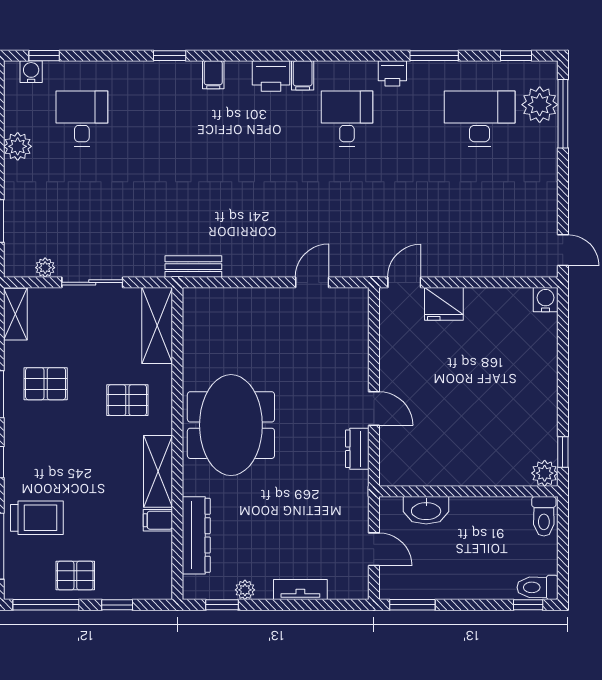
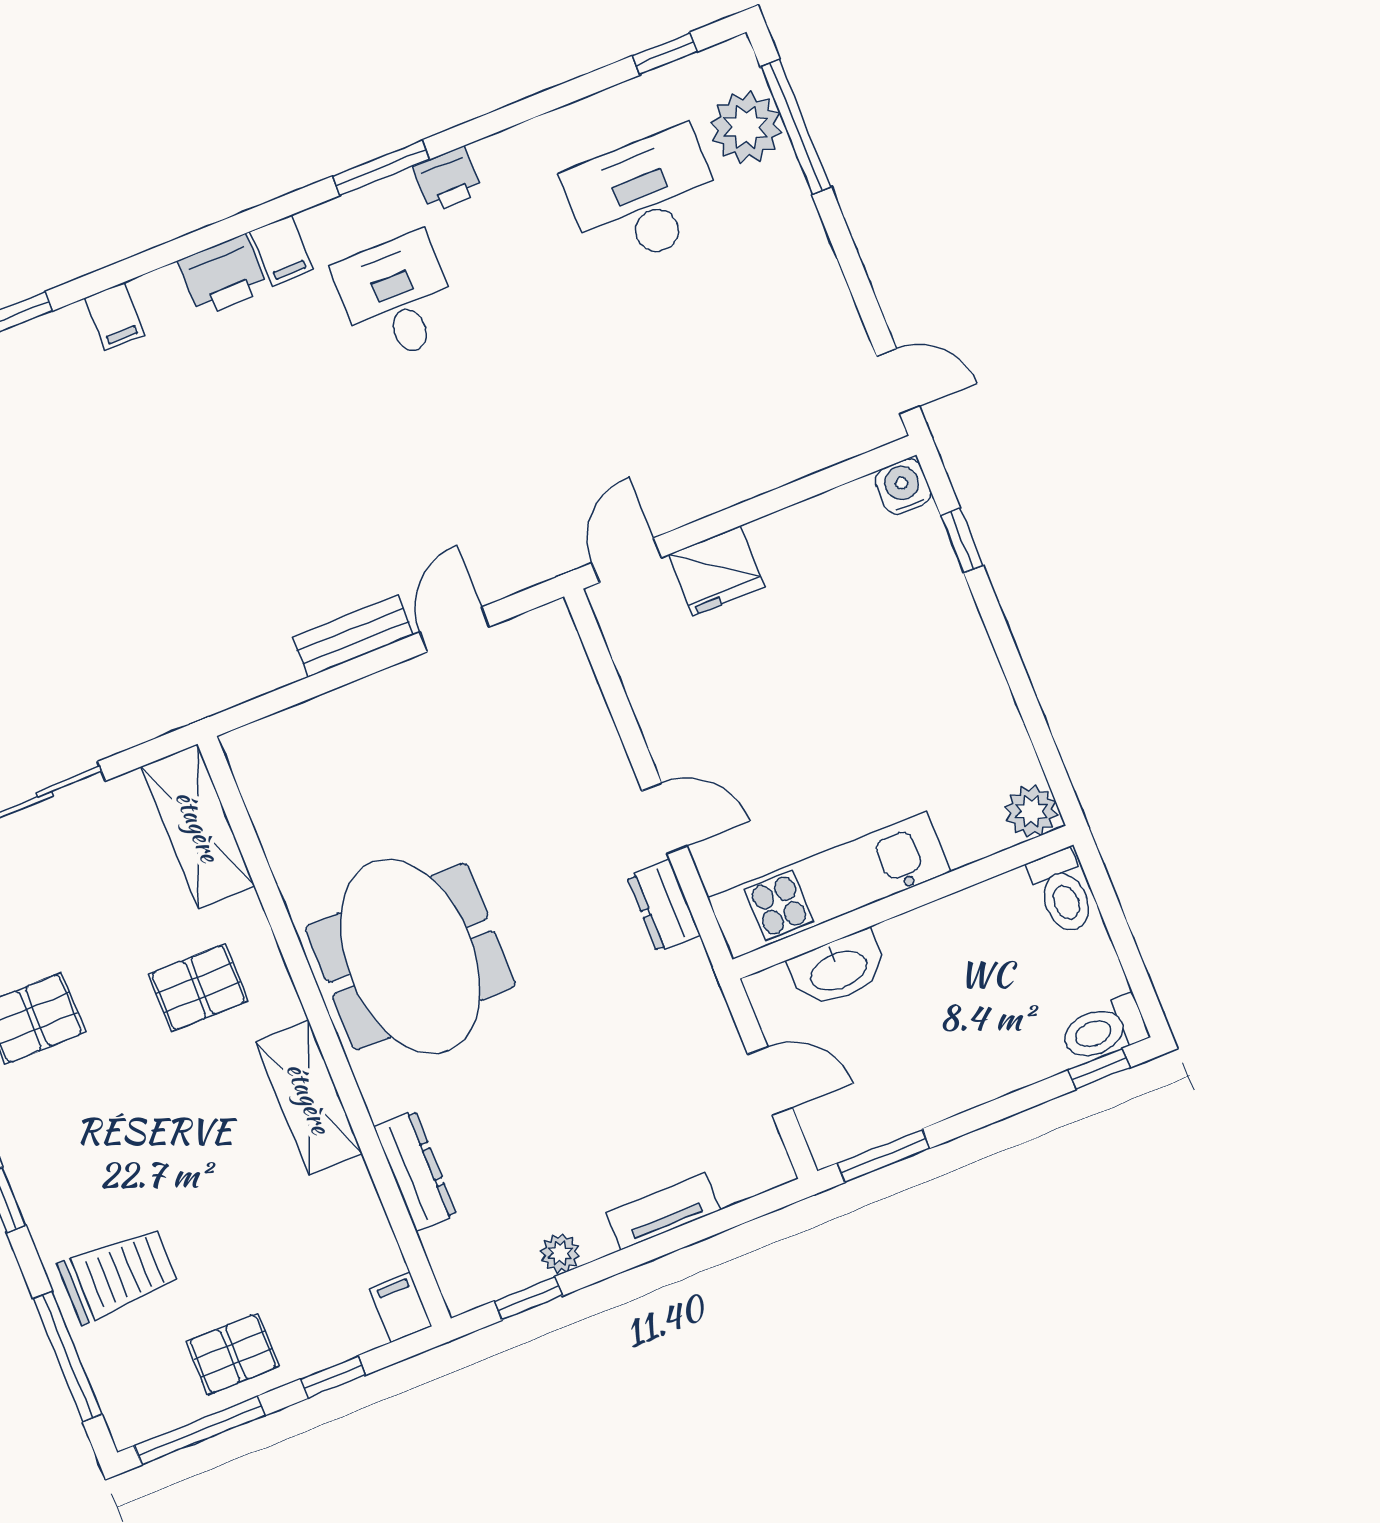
window: (434, 56) -> (381, 168), moved
bench: (193, 267) -> (353, 636), moved
window: (563, 452) -> (962, 540), moved
kitchen unit: (438, 470) -> (829, 885), added
filing cabinet: (158, 520) -> (401, 1307), moved, turned 90
dresser: (196, 535) -> (415, 1171), width x0.73, depth x0.80

